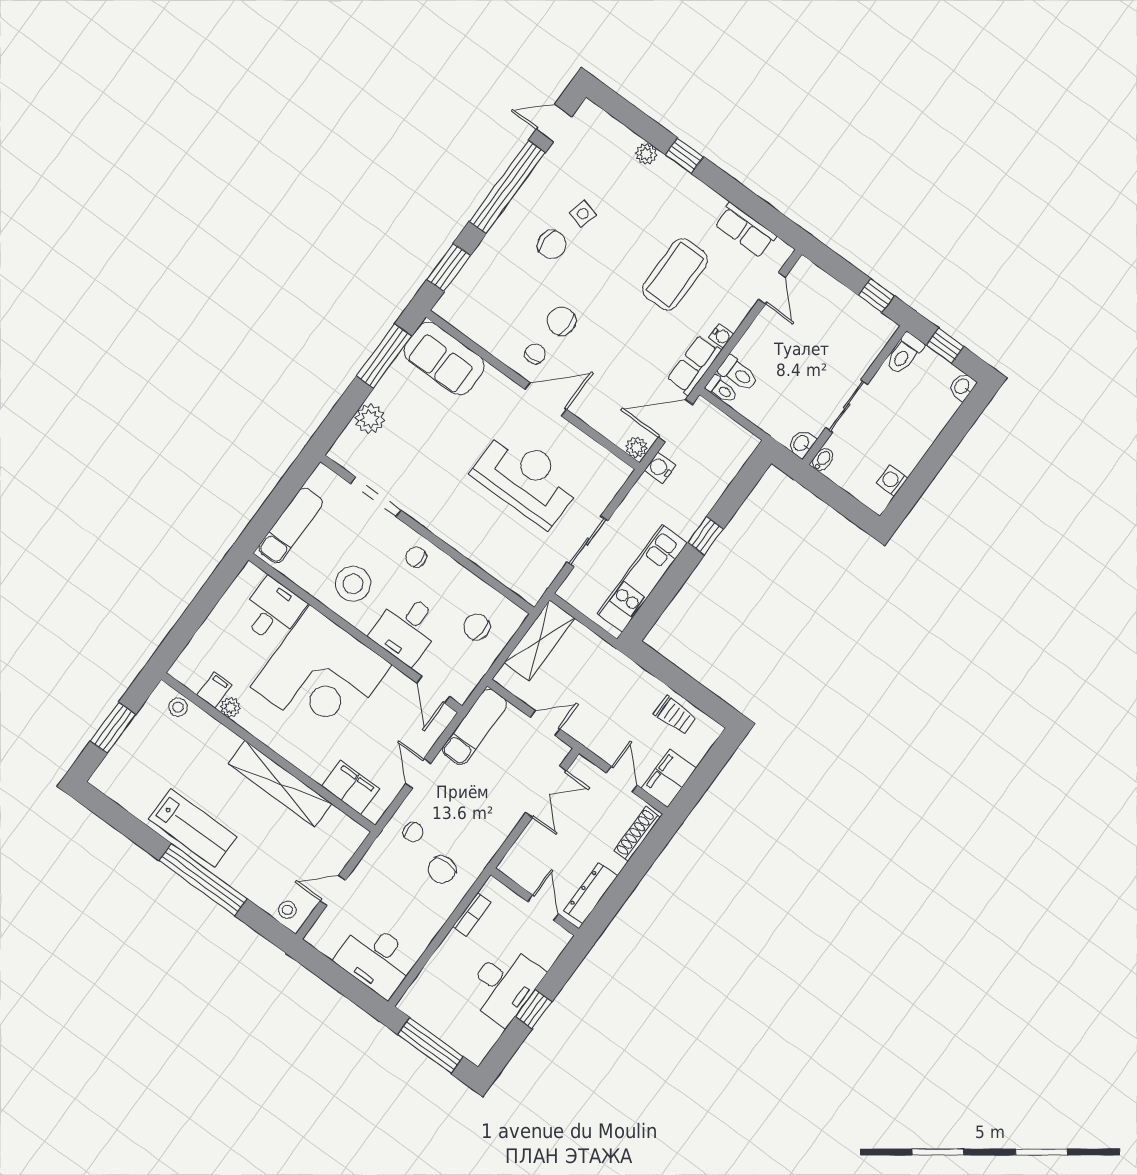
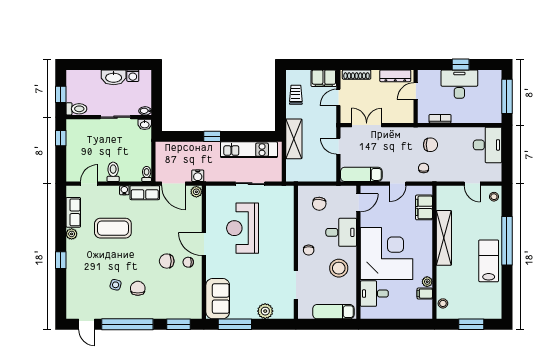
plant: (646, 154) -> (72, 234), moved
chair: (561, 321) -> (167, 261), turned 90
toilet: (738, 374) -> (113, 172), moved
washbasin: (962, 387) -> (114, 77), moved, width x1.91, depth x1.45
shelving: (539, 640) -> (294, 139), moved, turned 90

